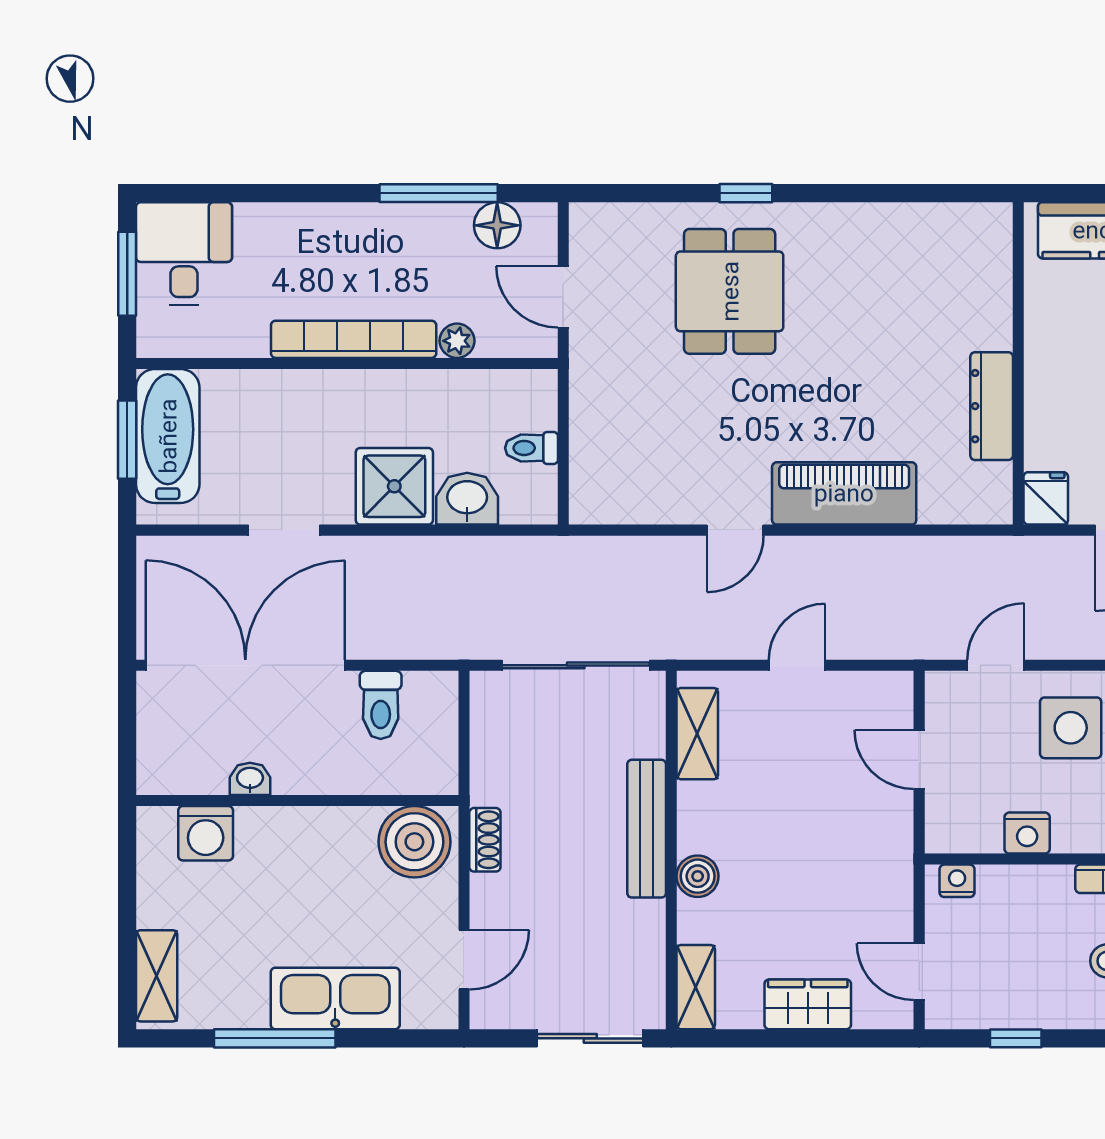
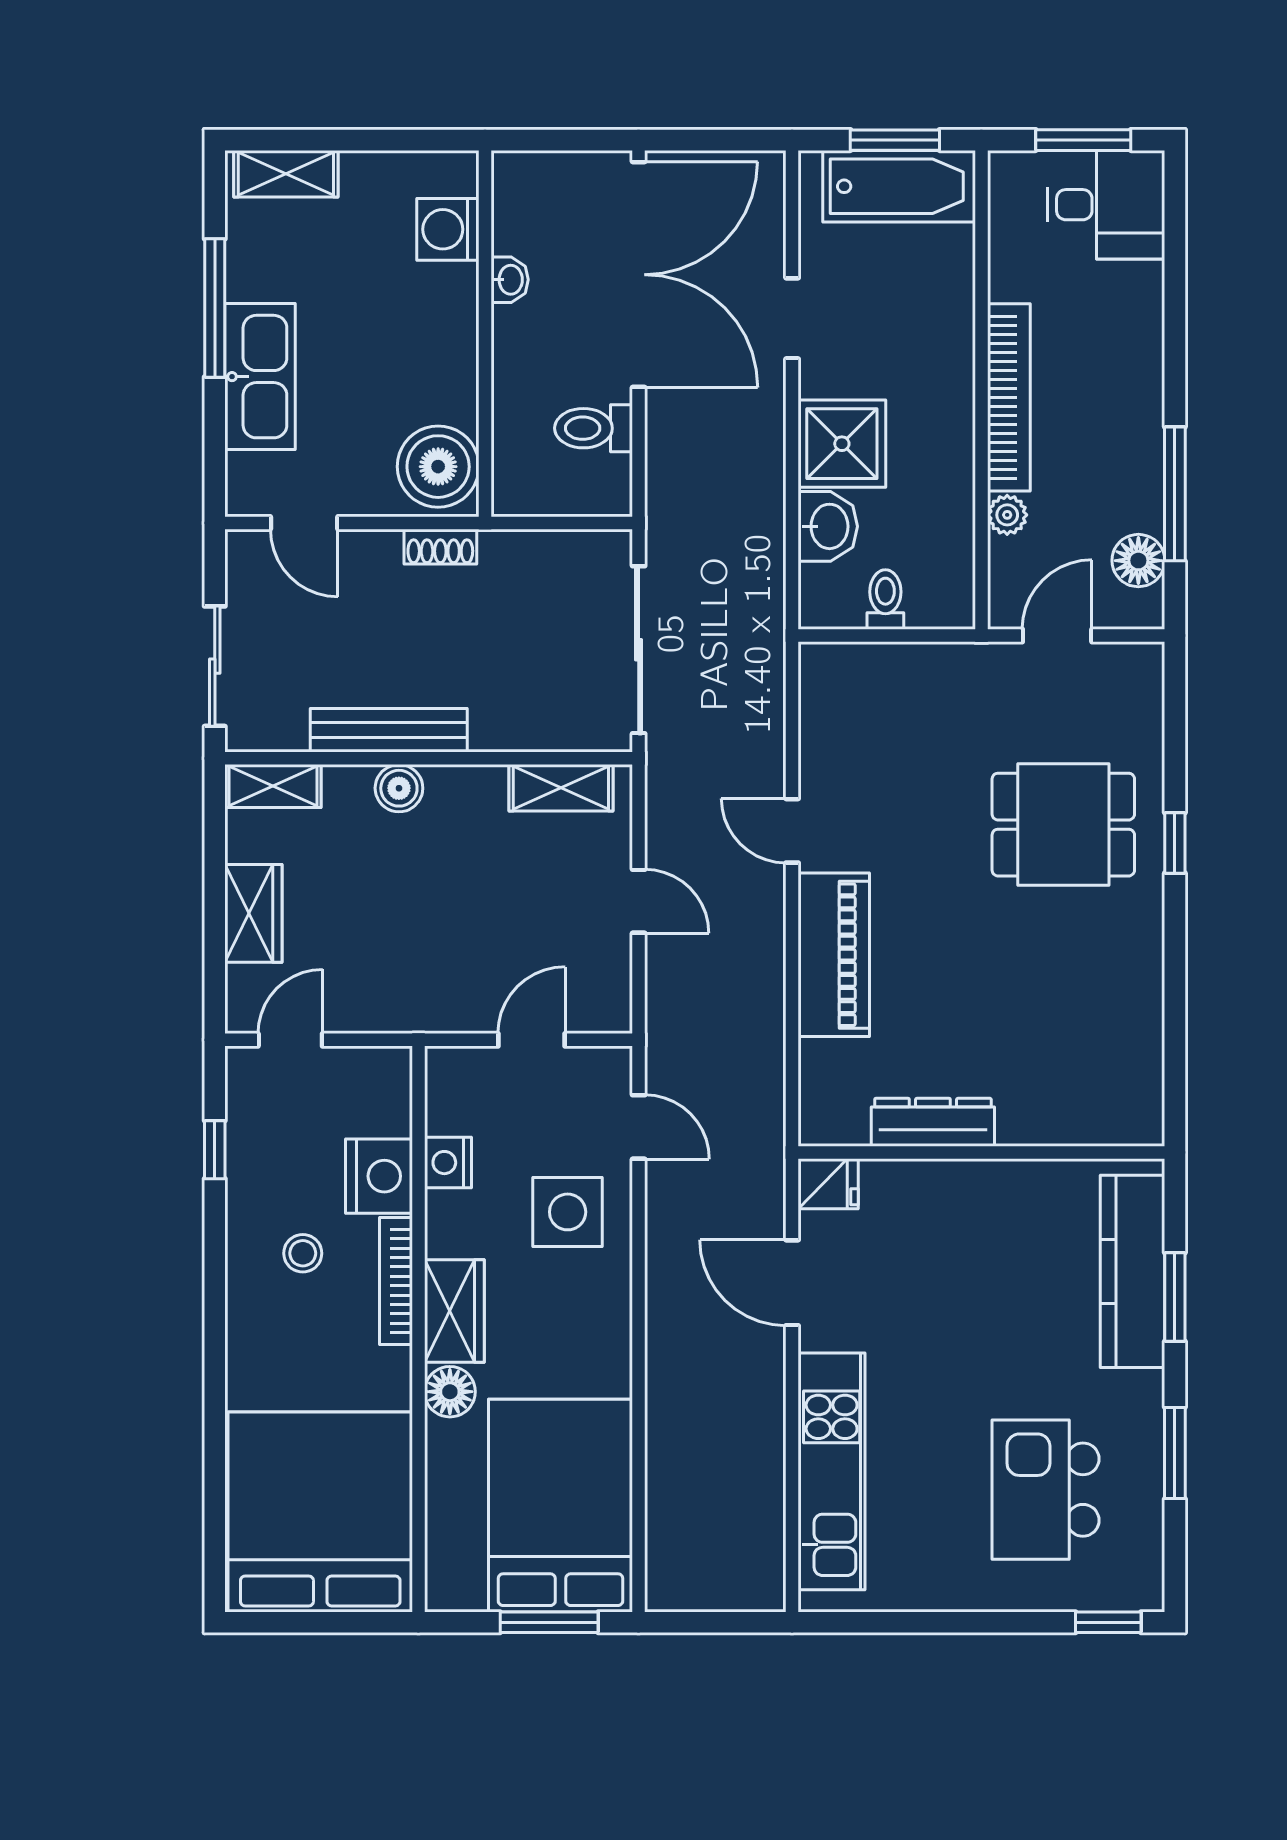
bench: (647, 829) -> (389, 730), moved
nightstand: (957, 881) -> (379, 1176), moved, width x1.89, depth x1.79

